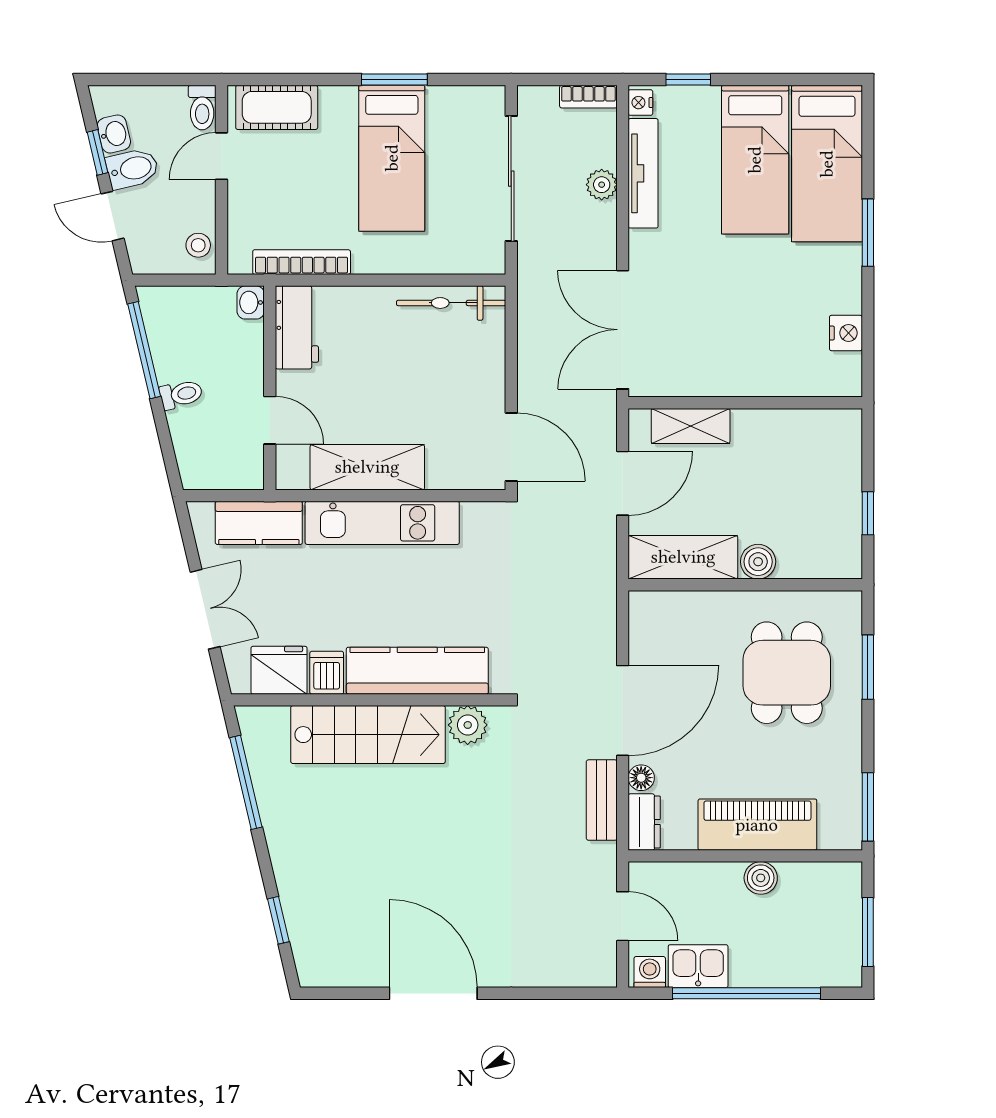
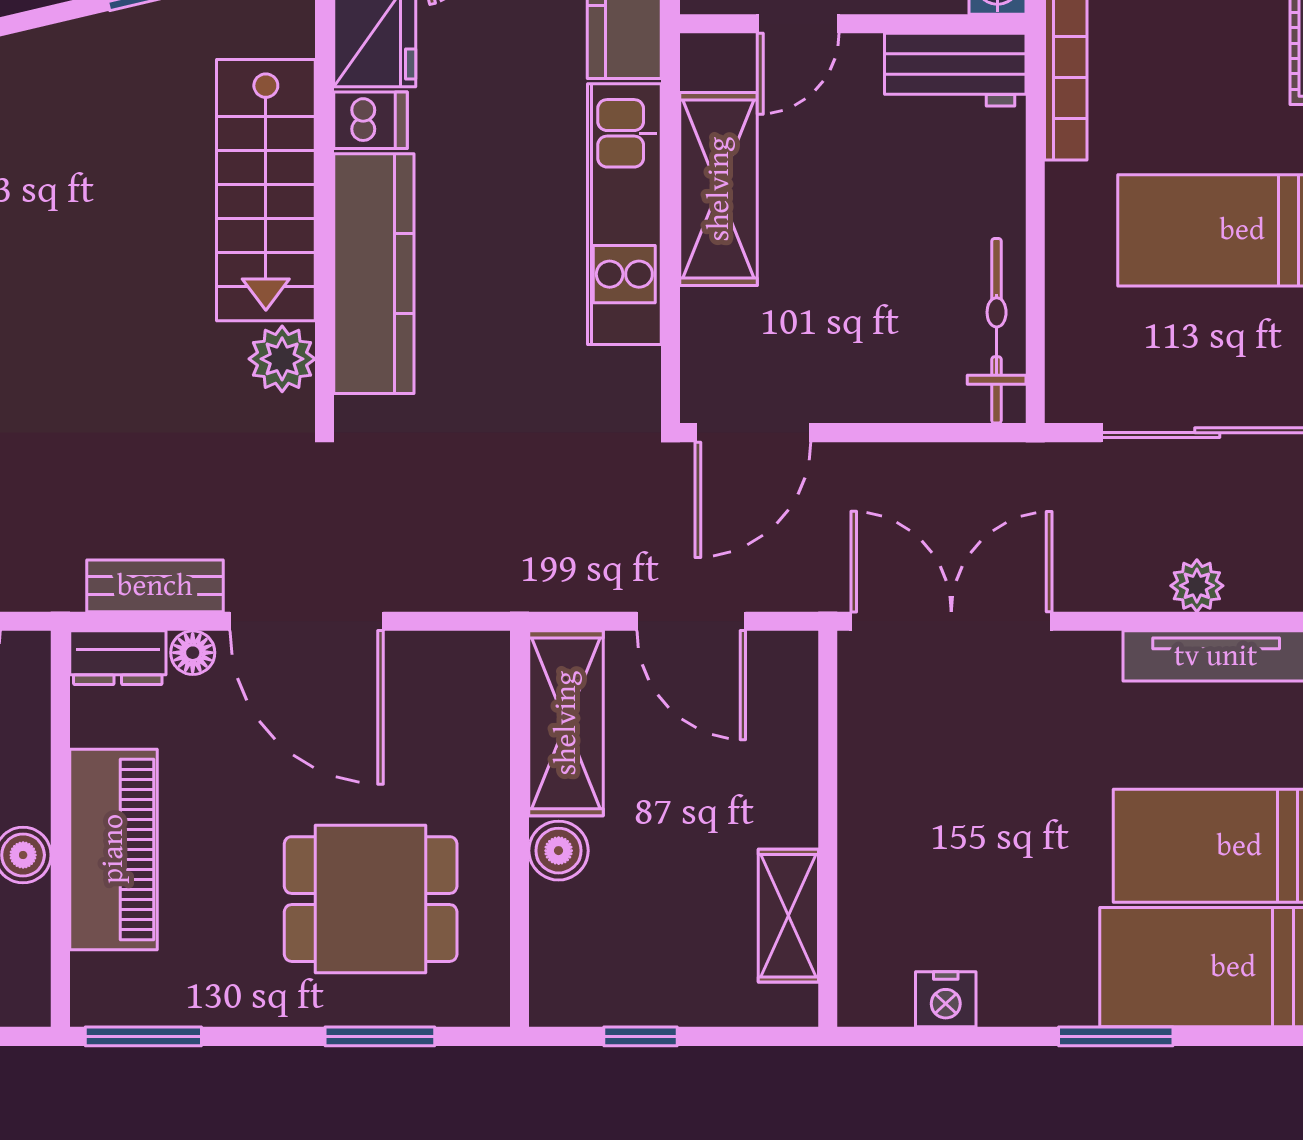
shelving: (691, 426) -> (788, 916), moved

